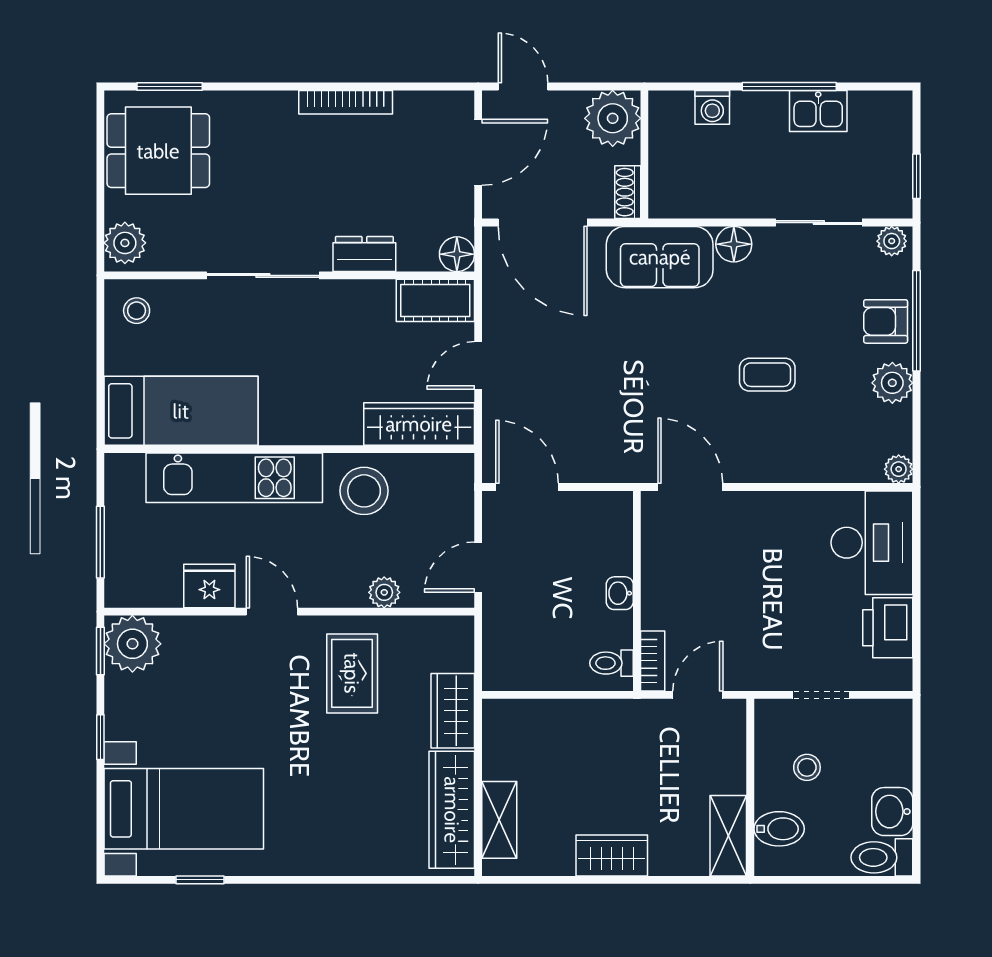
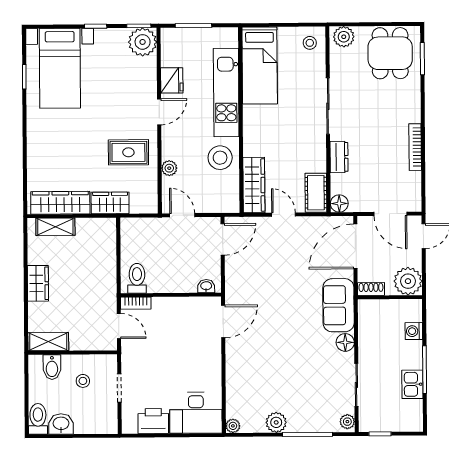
armchair: (886, 321) -> (307, 419), removed
coffee table: (767, 375) -> (280, 360), removed
washbasin: (620, 593) -> (206, 286), moved
toilet: (612, 663) -> (137, 278), width x1.37, depth x1.39

